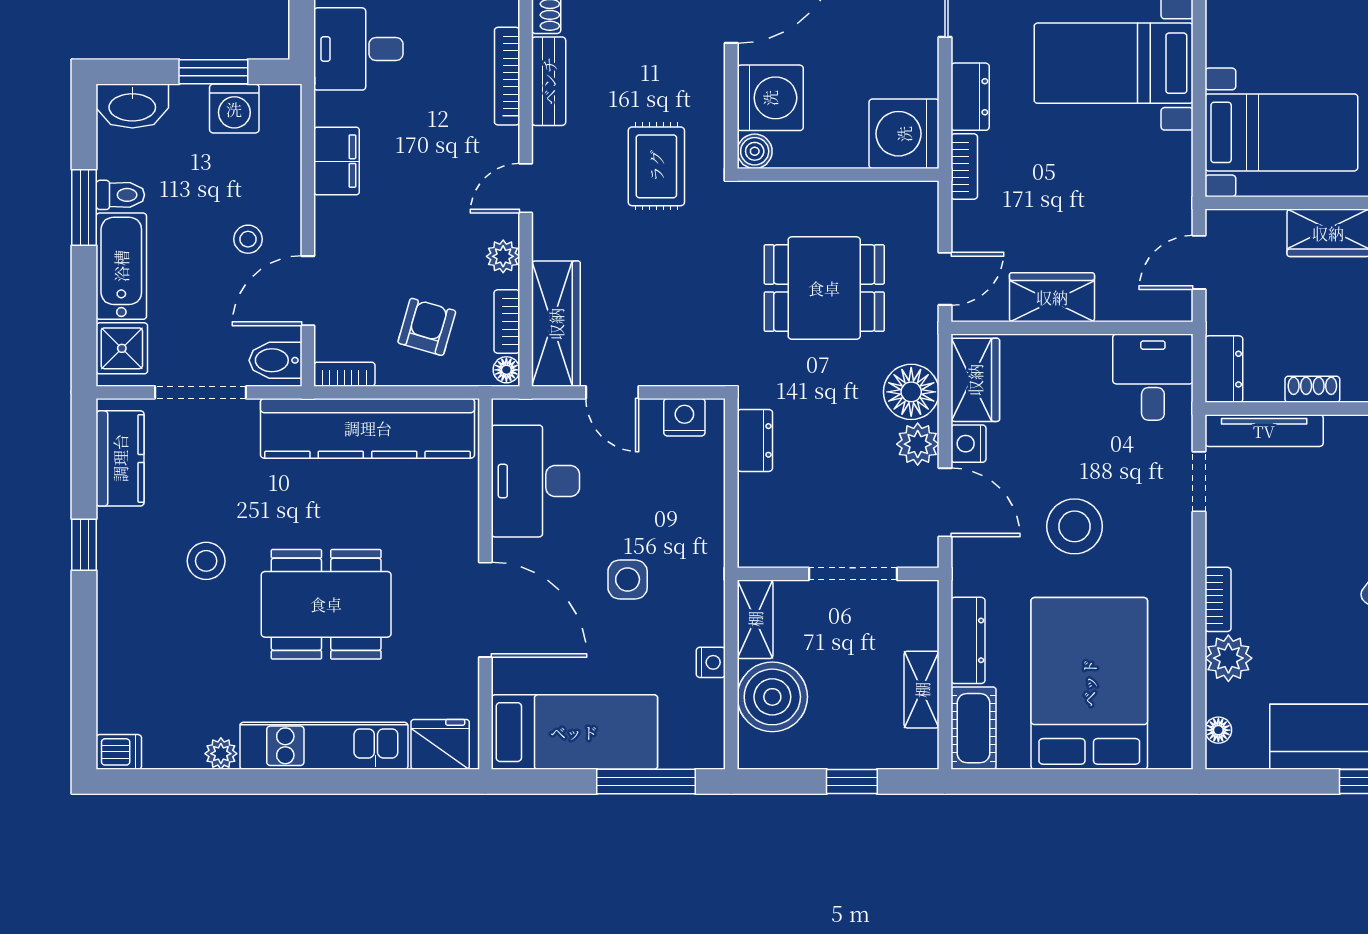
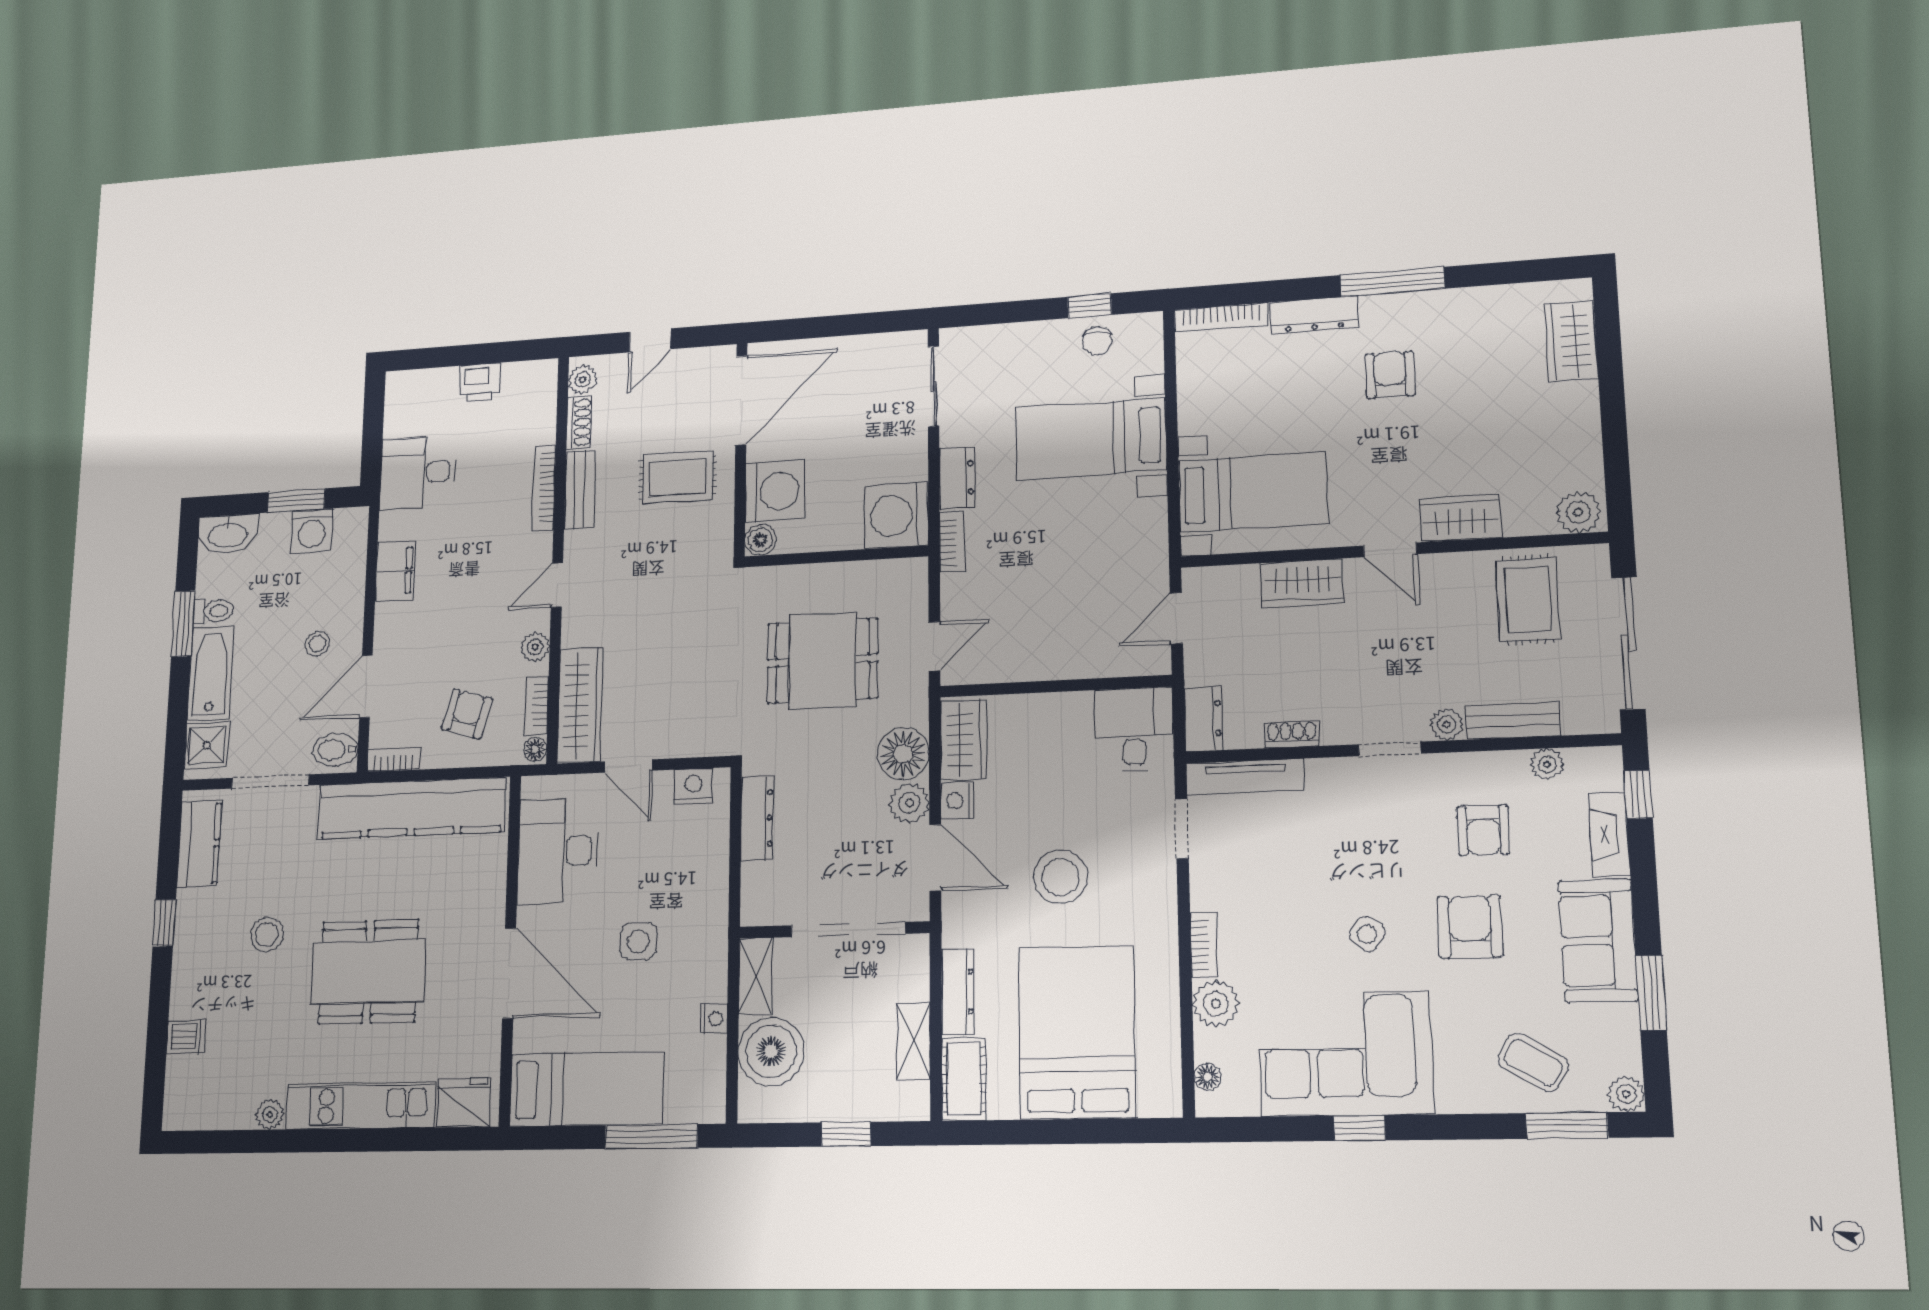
rug: (656, 166) -> (678, 477), moved, turned 90
wardrobe: (1052, 297) -> (1036, 658), removed
dresser: (755, 440) -> (757, 818), width x1.44
doorway: (853, 574) -> (848, 930), width x1.36
dishwasher: (119, 752) -> (186, 1037), moved

